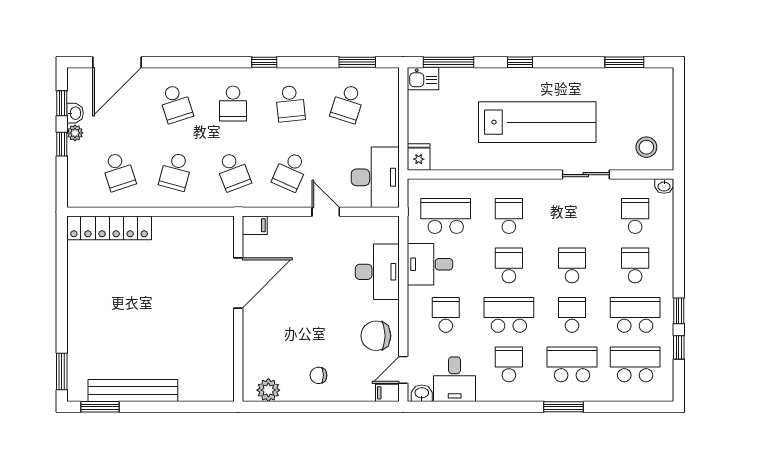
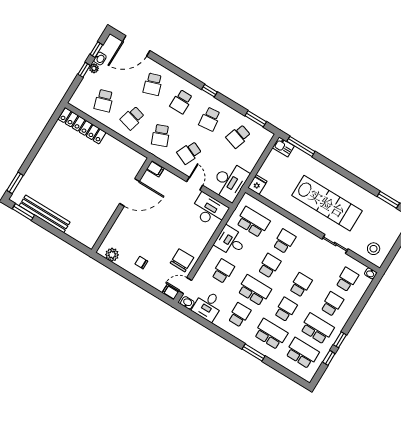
window: (520, 62) -> (336, 168), removed
desk: (377, 272) -> (209, 210), moved, turned -90
chair: (376, 336) -> (182, 260), turned 90

